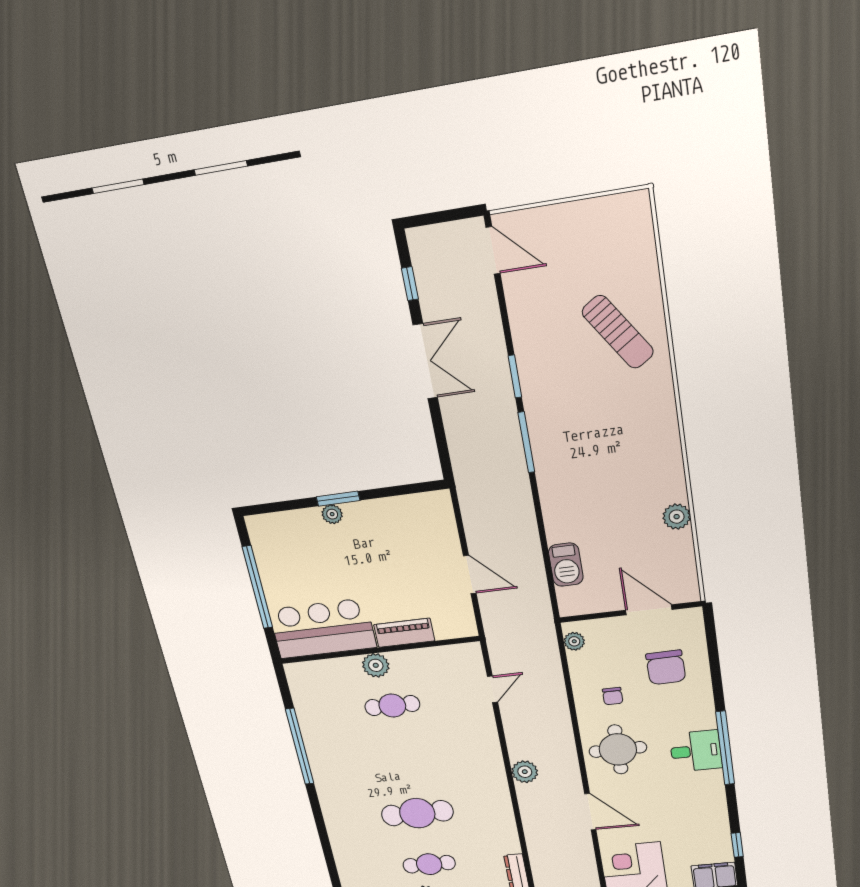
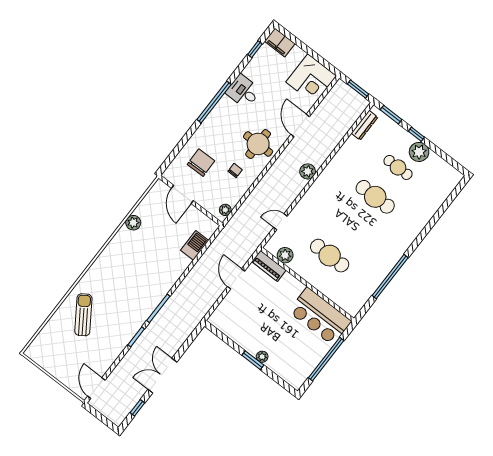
piano: (404, 633) -> (269, 266), moved
plant: (376, 665) -> (285, 255), moved
cafe table: (392, 706) -> (330, 256), width x1.37, depth x1.35
desk: (696, 751) -> (243, 91), moved

